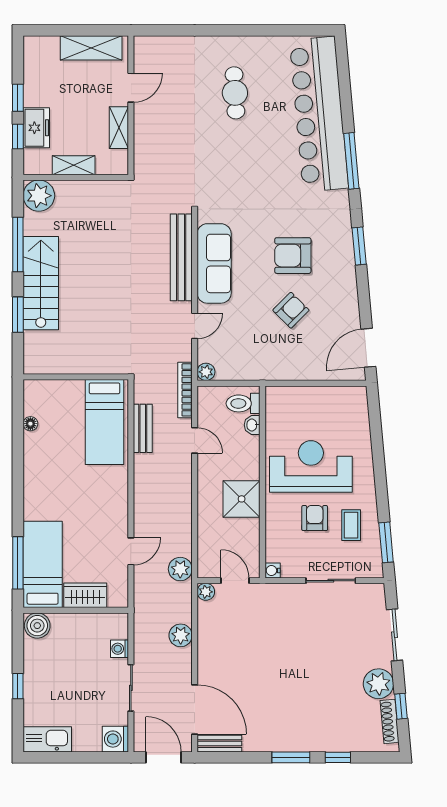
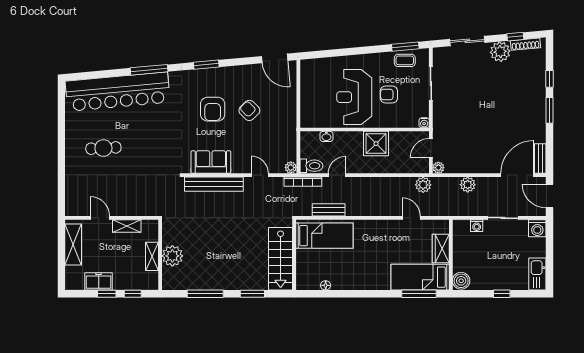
freezer: (36, 128) -> (99, 281), moved
plant: (39, 196) -> (172, 256), moved
sofa: (214, 263) -> (211, 162), width x0.73
stairs: (41, 283) -> (281, 259), moved, turned -90
toilet: (243, 403) -> (311, 166), moved, turned -90
coffee table: (351, 525) -> (405, 60), moved
door: (164, 757) -> (550, 196), hinge flipped

